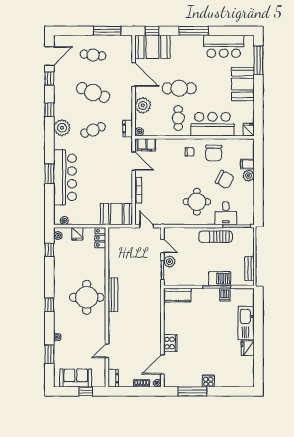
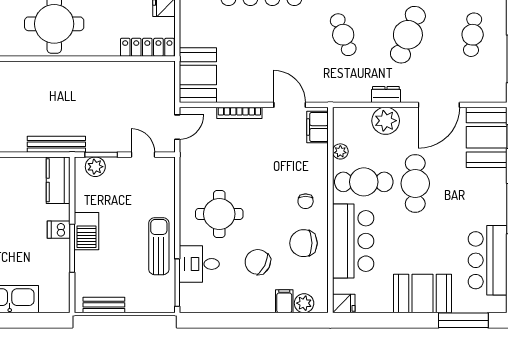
cafe table: (178, 118) -> (364, 182), width x1.37, depth x1.35
dresser: (128, 128) -> (386, 94), moved
plant: (139, 132) -> (340, 151), moved
door: (134, 161) -> (290, 105), swing flipped
plant: (249, 176) -> (304, 303), moved
chair: (225, 179) -> (258, 262), turned 91
locker: (100, 238) -> (147, 47), width x1.53
door: (162, 246) -> (143, 155), swing flipped
plant: (169, 262) -> (95, 167), moved
barbecue: (220, 279) -> (87, 231), moved
bench: (113, 295) -> (56, 144), moved
dishwasher: (225, 295) -> (59, 230), moved

